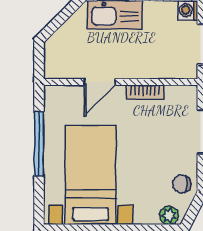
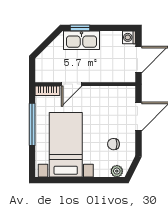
bookcase: (145, 92) -> (47, 91), moved
chair: (182, 184) -> (113, 144), moved

